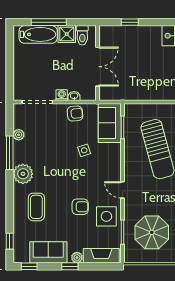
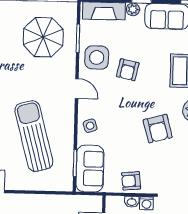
side table: (84, 150) -> (90, 126), moved
armchair: (54, 158) -> (158, 129), added
armchair: (80, 207) -> (128, 70), turned -78

